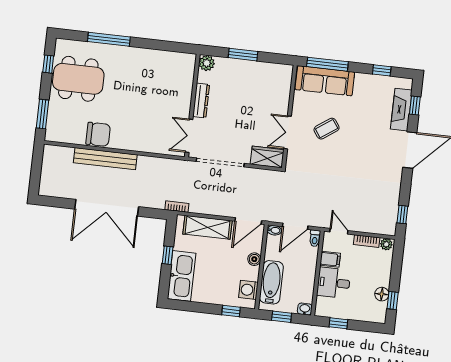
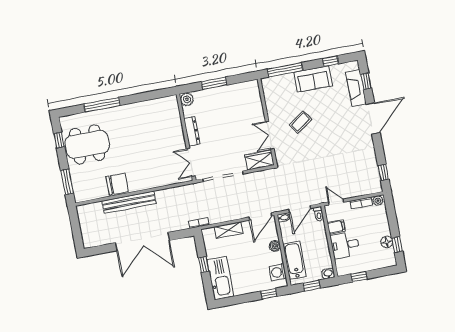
sofa: (325, 81) -> (313, 79), moved, width x0.73
shelving: (207, 227) -> (229, 230), width x0.67, depth x0.75

